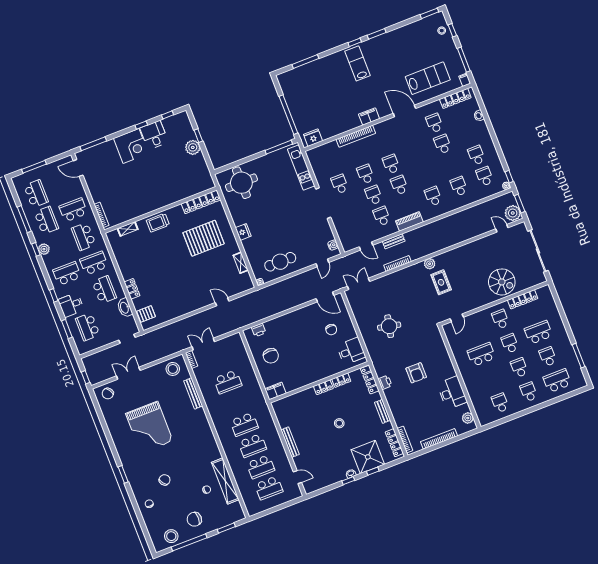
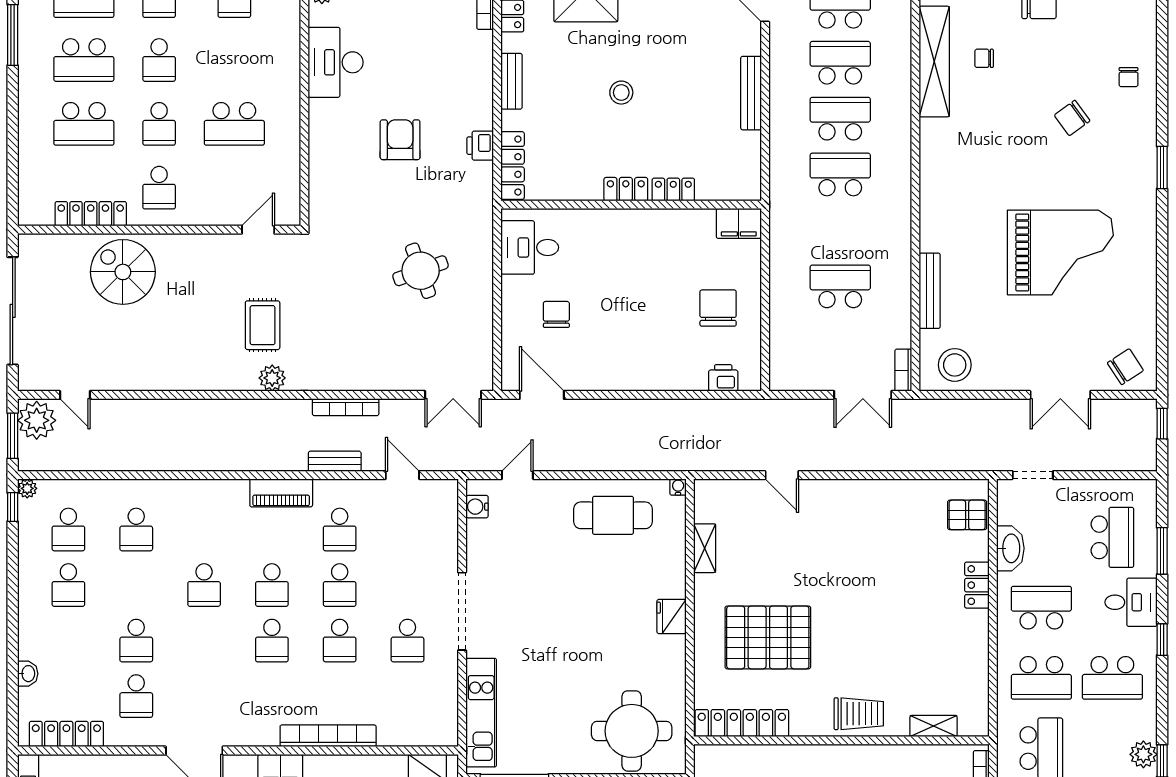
school desk: (433, 196) -> (204, 585), moved
school desk: (104, 290) -> (1041, 608), turned 90
round table: (389, 326) -> (421, 271), turned -32
school desk: (548, 357) -> (84, 60), width x1.85
locker: (341, 380) -> (673, 190), moved
grand piano: (149, 427) -> (1060, 252), turned 90

